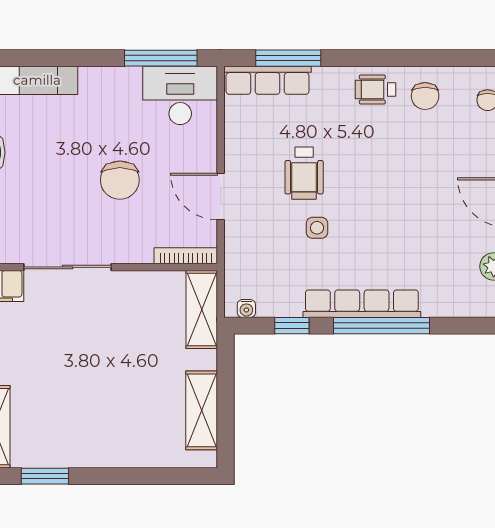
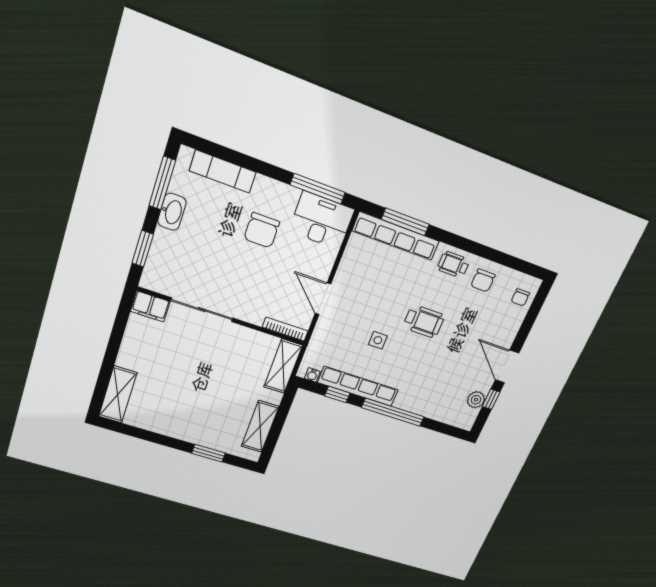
row of seats: (268, 80) -> (396, 236), width x1.36
wheelchair: (304, 173) -> (424, 321), moved, turned -90
chair: (120, 180) -> (262, 230), moved
row of seats: (362, 304) -> (358, 386), moved
window: (45, 476) -> (208, 453), moved

